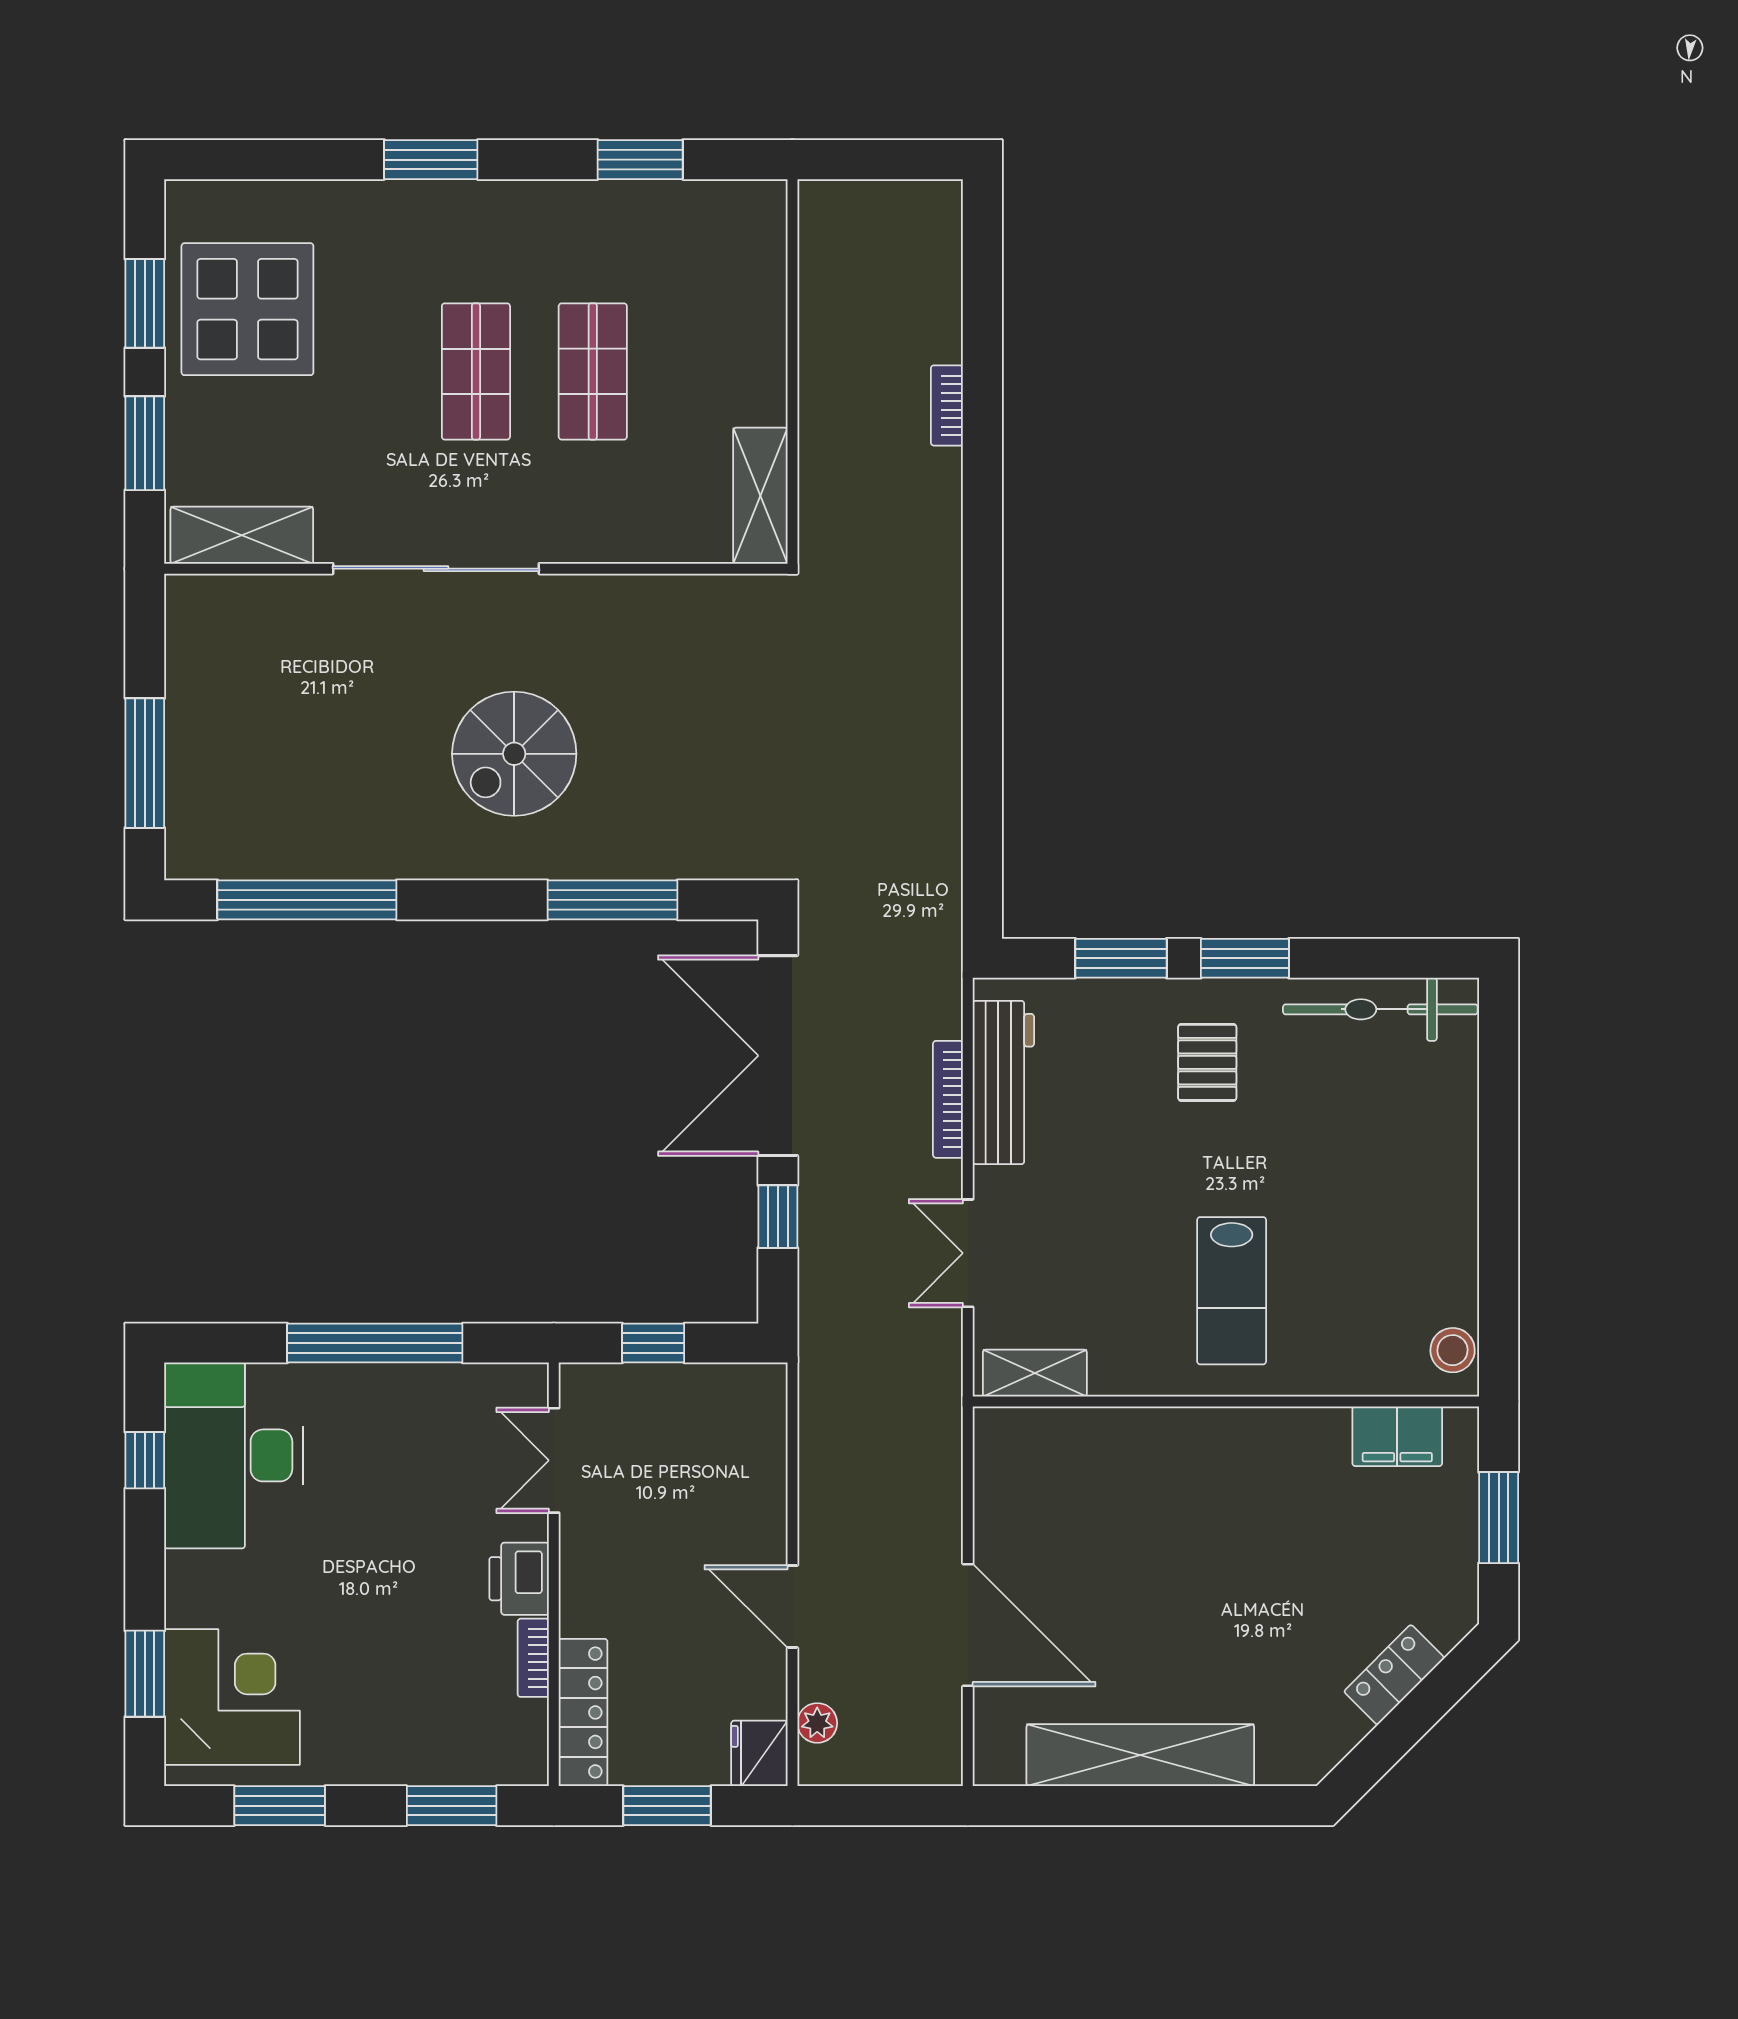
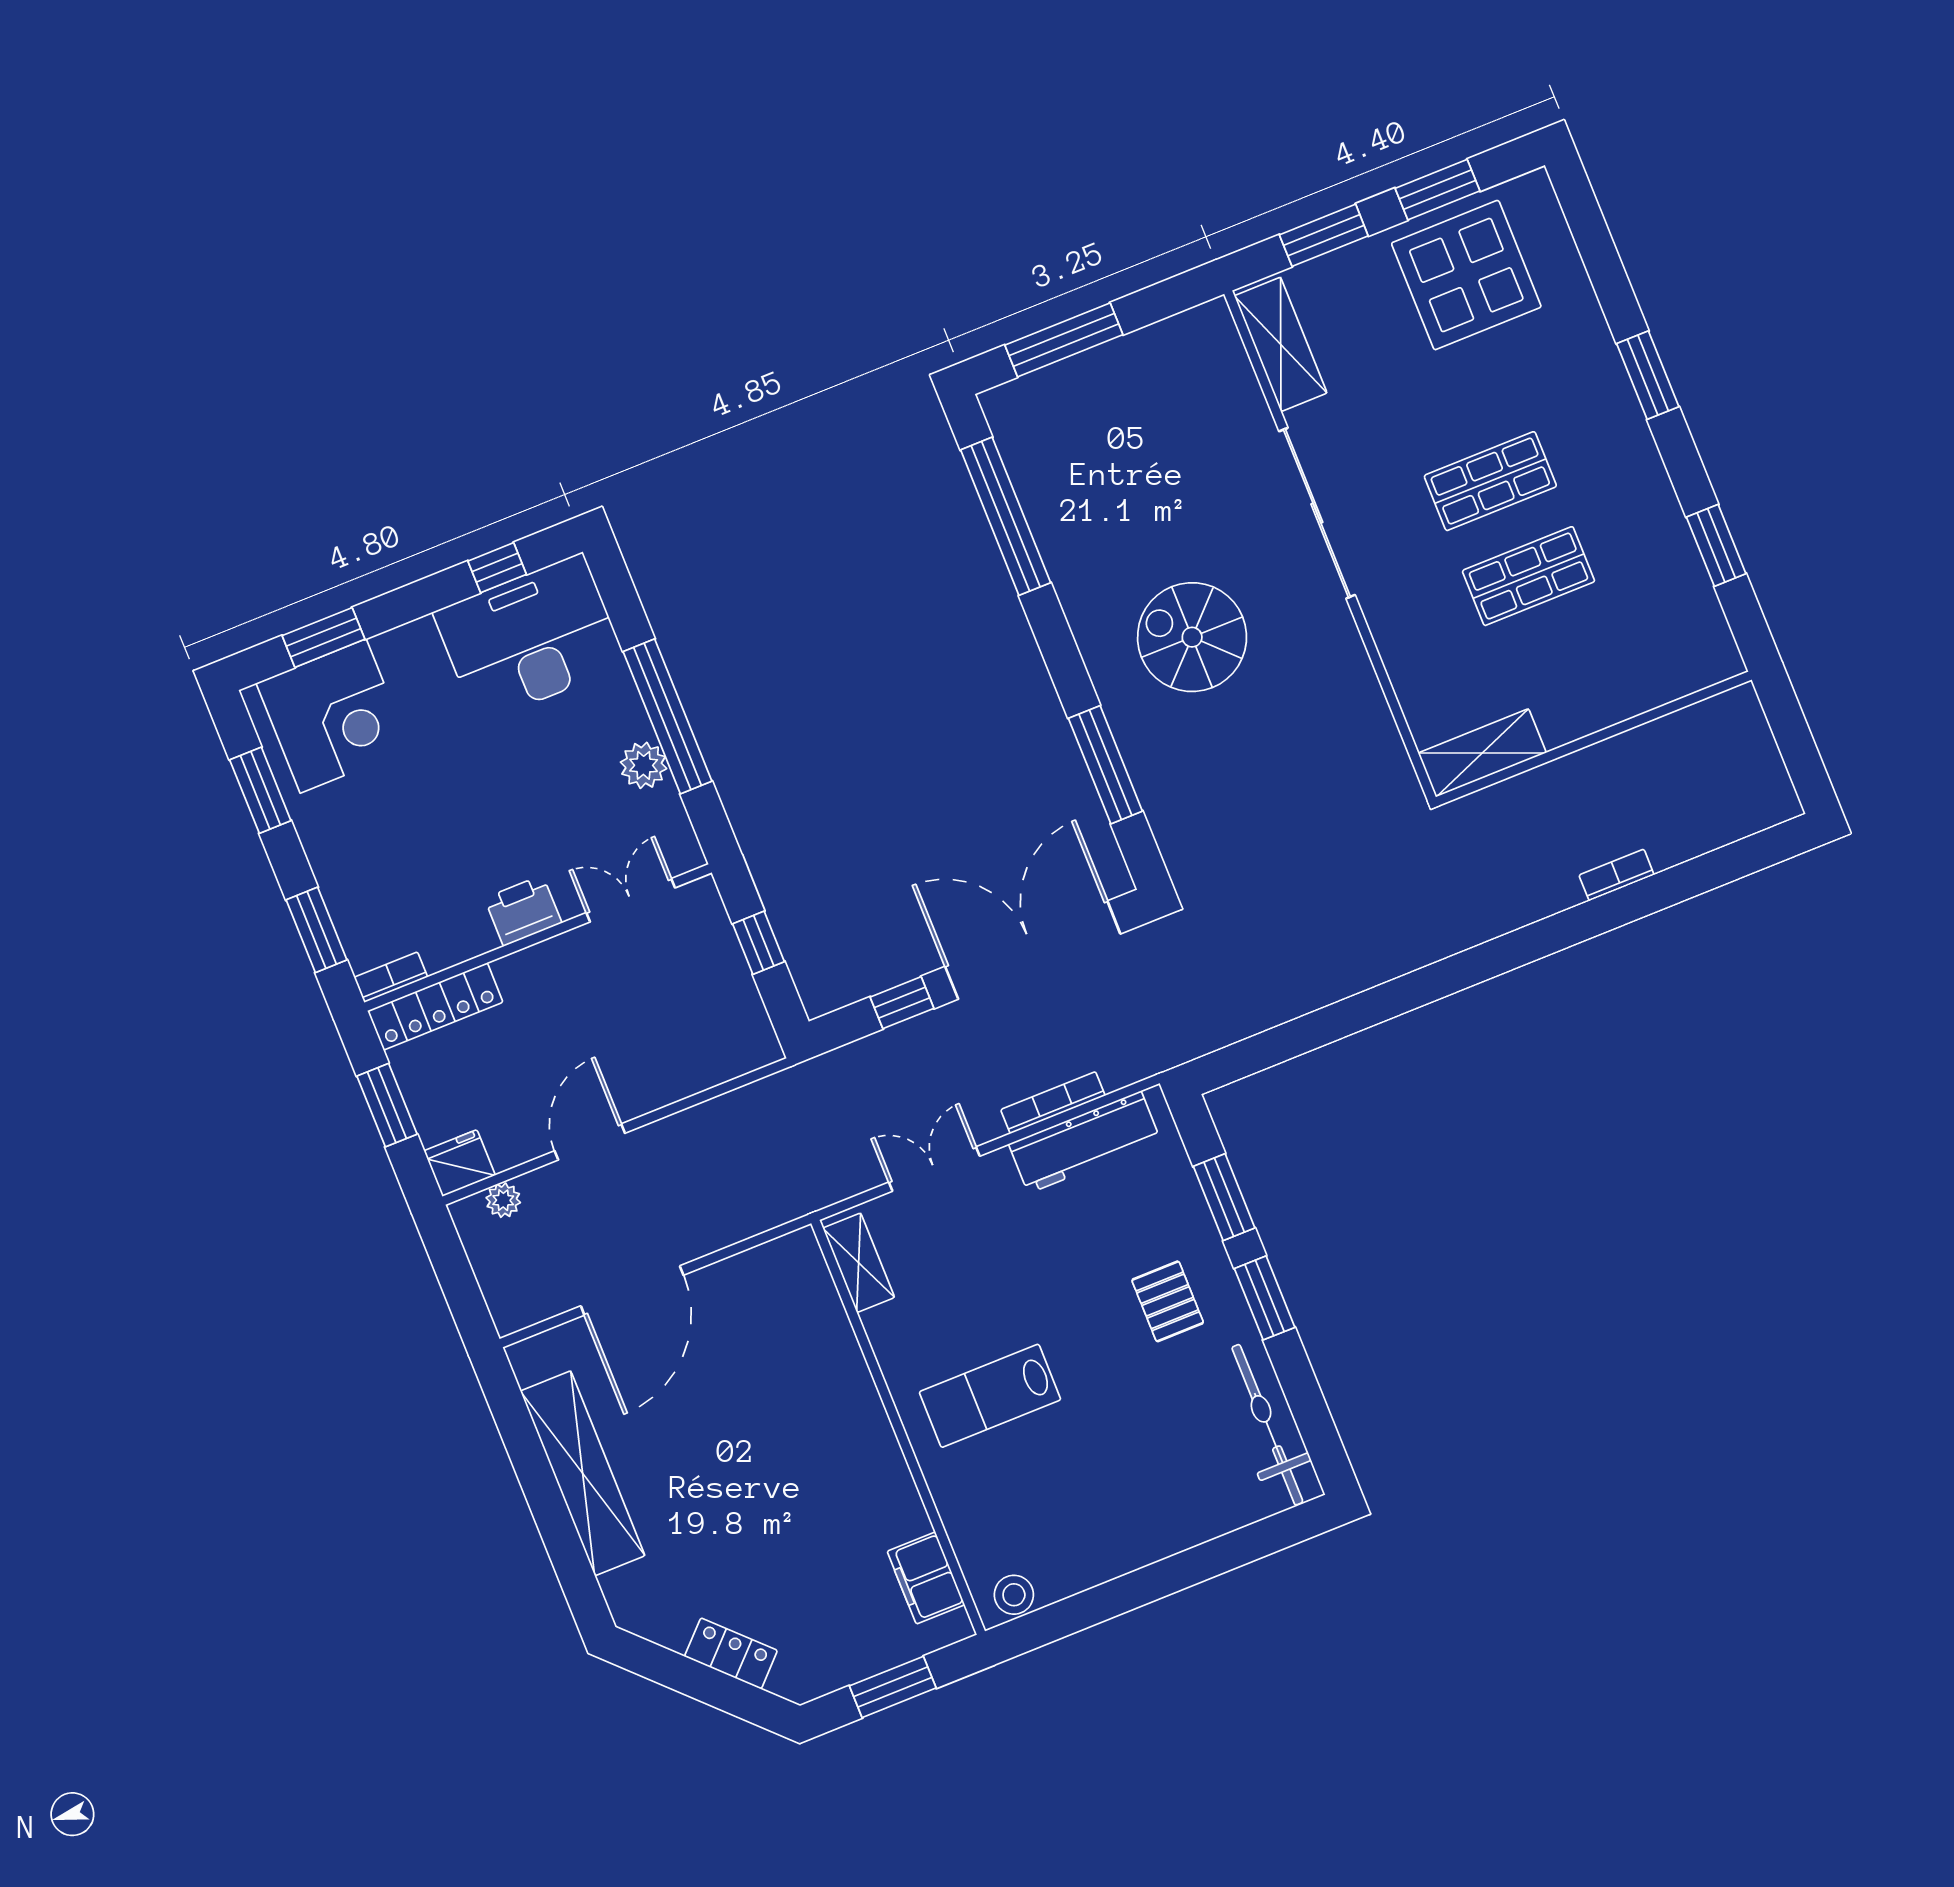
pallet: (1207, 1062) -> (1168, 1301), turned 90
plant: (417, 1389) -> (644, 765), added
bookcase: (533, 1658) -> (391, 977), moved

